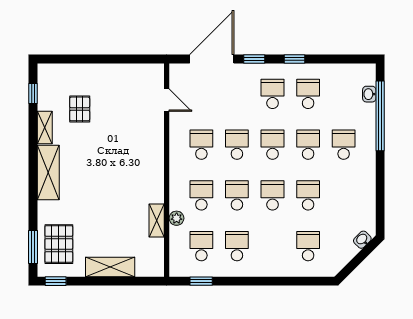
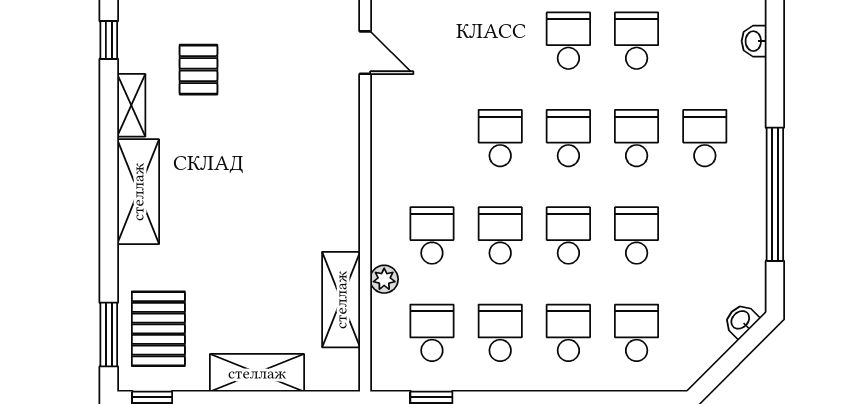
window: (380, 116) -> (775, 194), moved
school desk: (201, 145) -> (568, 333), moved
shelving: (157, 221) -> (341, 300), width x1.50, depth x1.33

